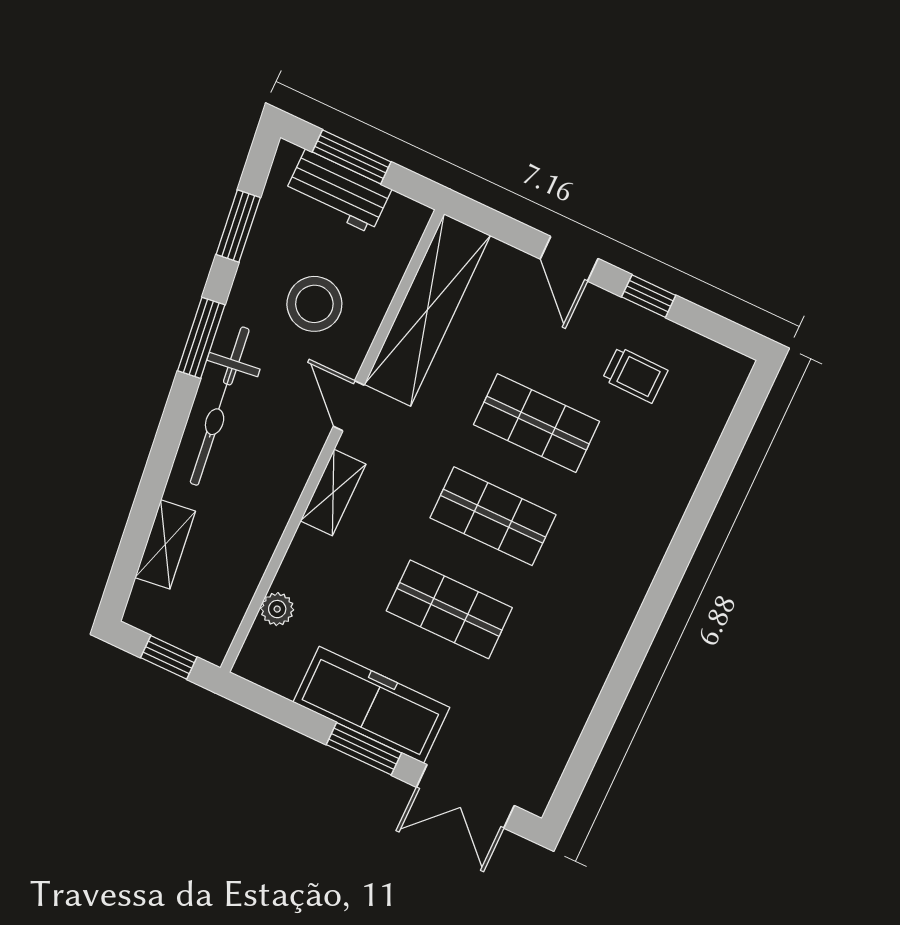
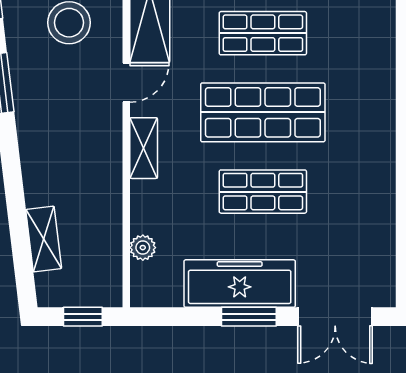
bicycle: (220, 406) -> (36, 125), removed
door: (349, 406) -> (126, 82), swing flipped
shop shelf: (493, 516) -> (263, 112), width x1.43, depth x1.36

